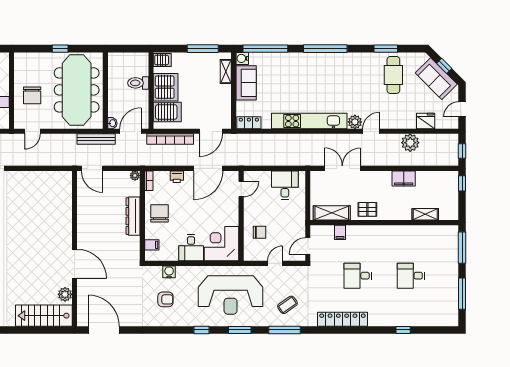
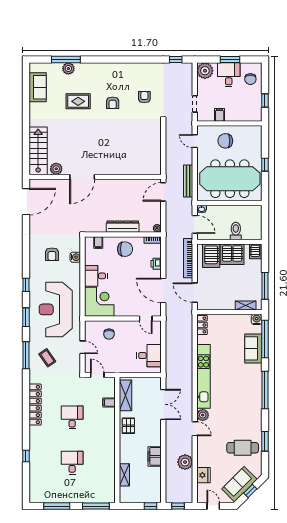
sofa: (246, 83) -> (253, 348), moved, turned 90
bench: (96, 139) -> (188, 181), moved

